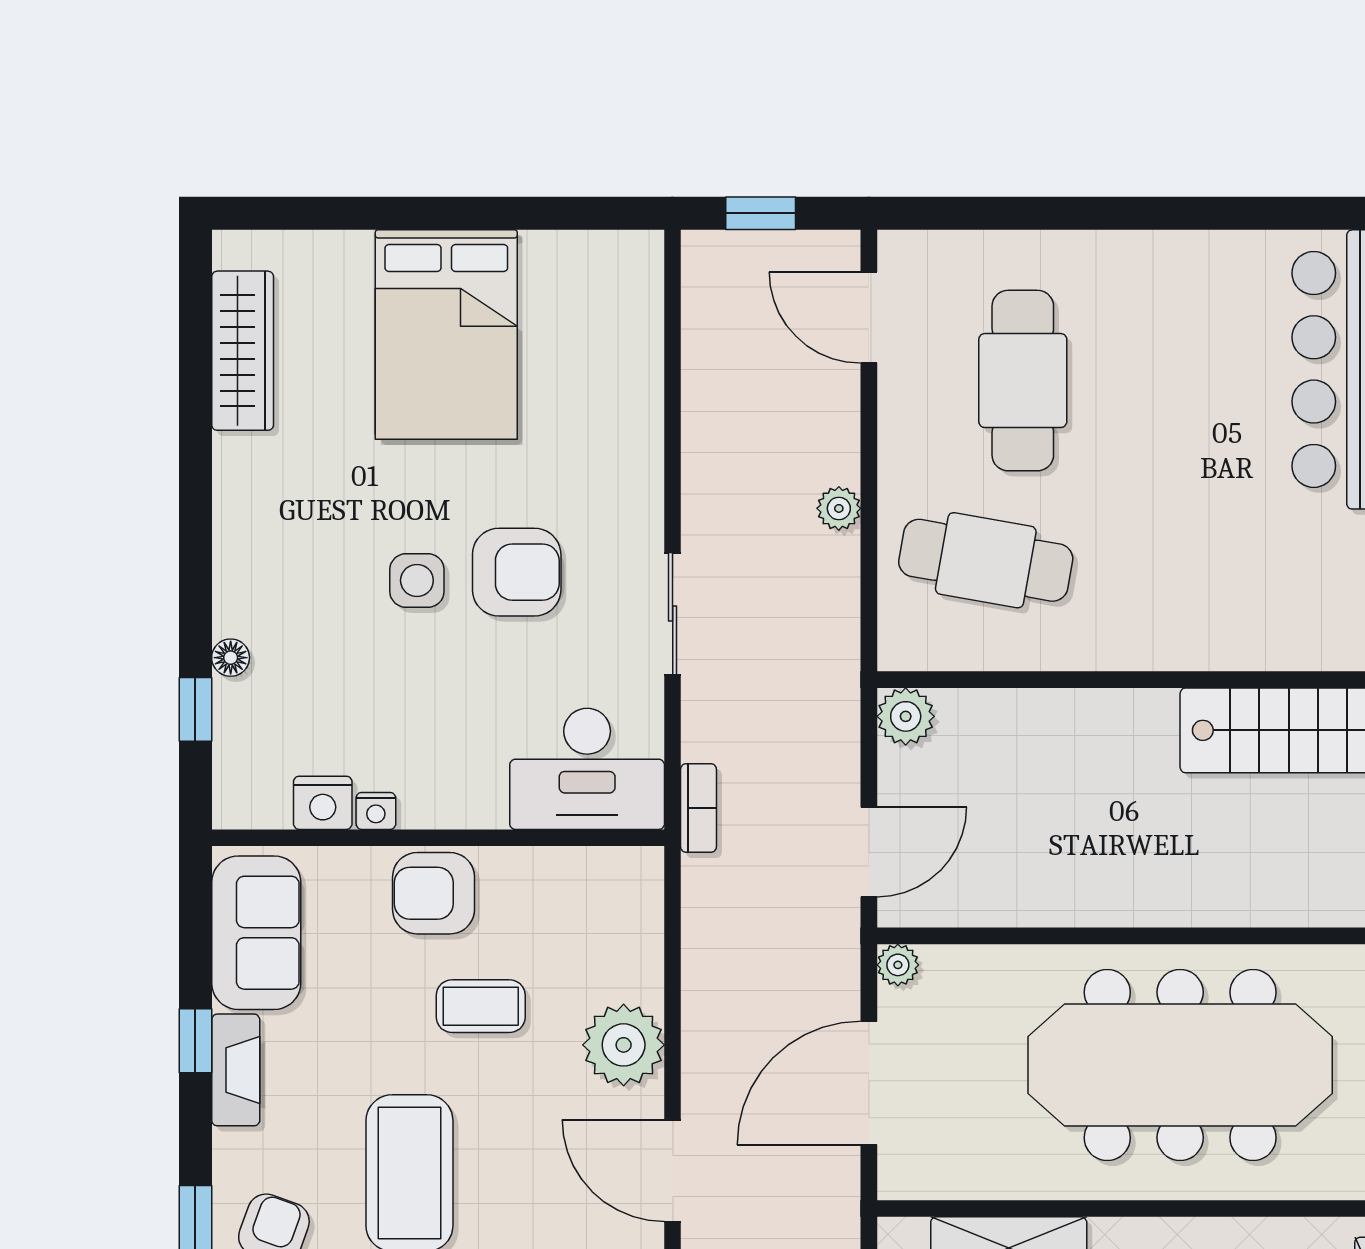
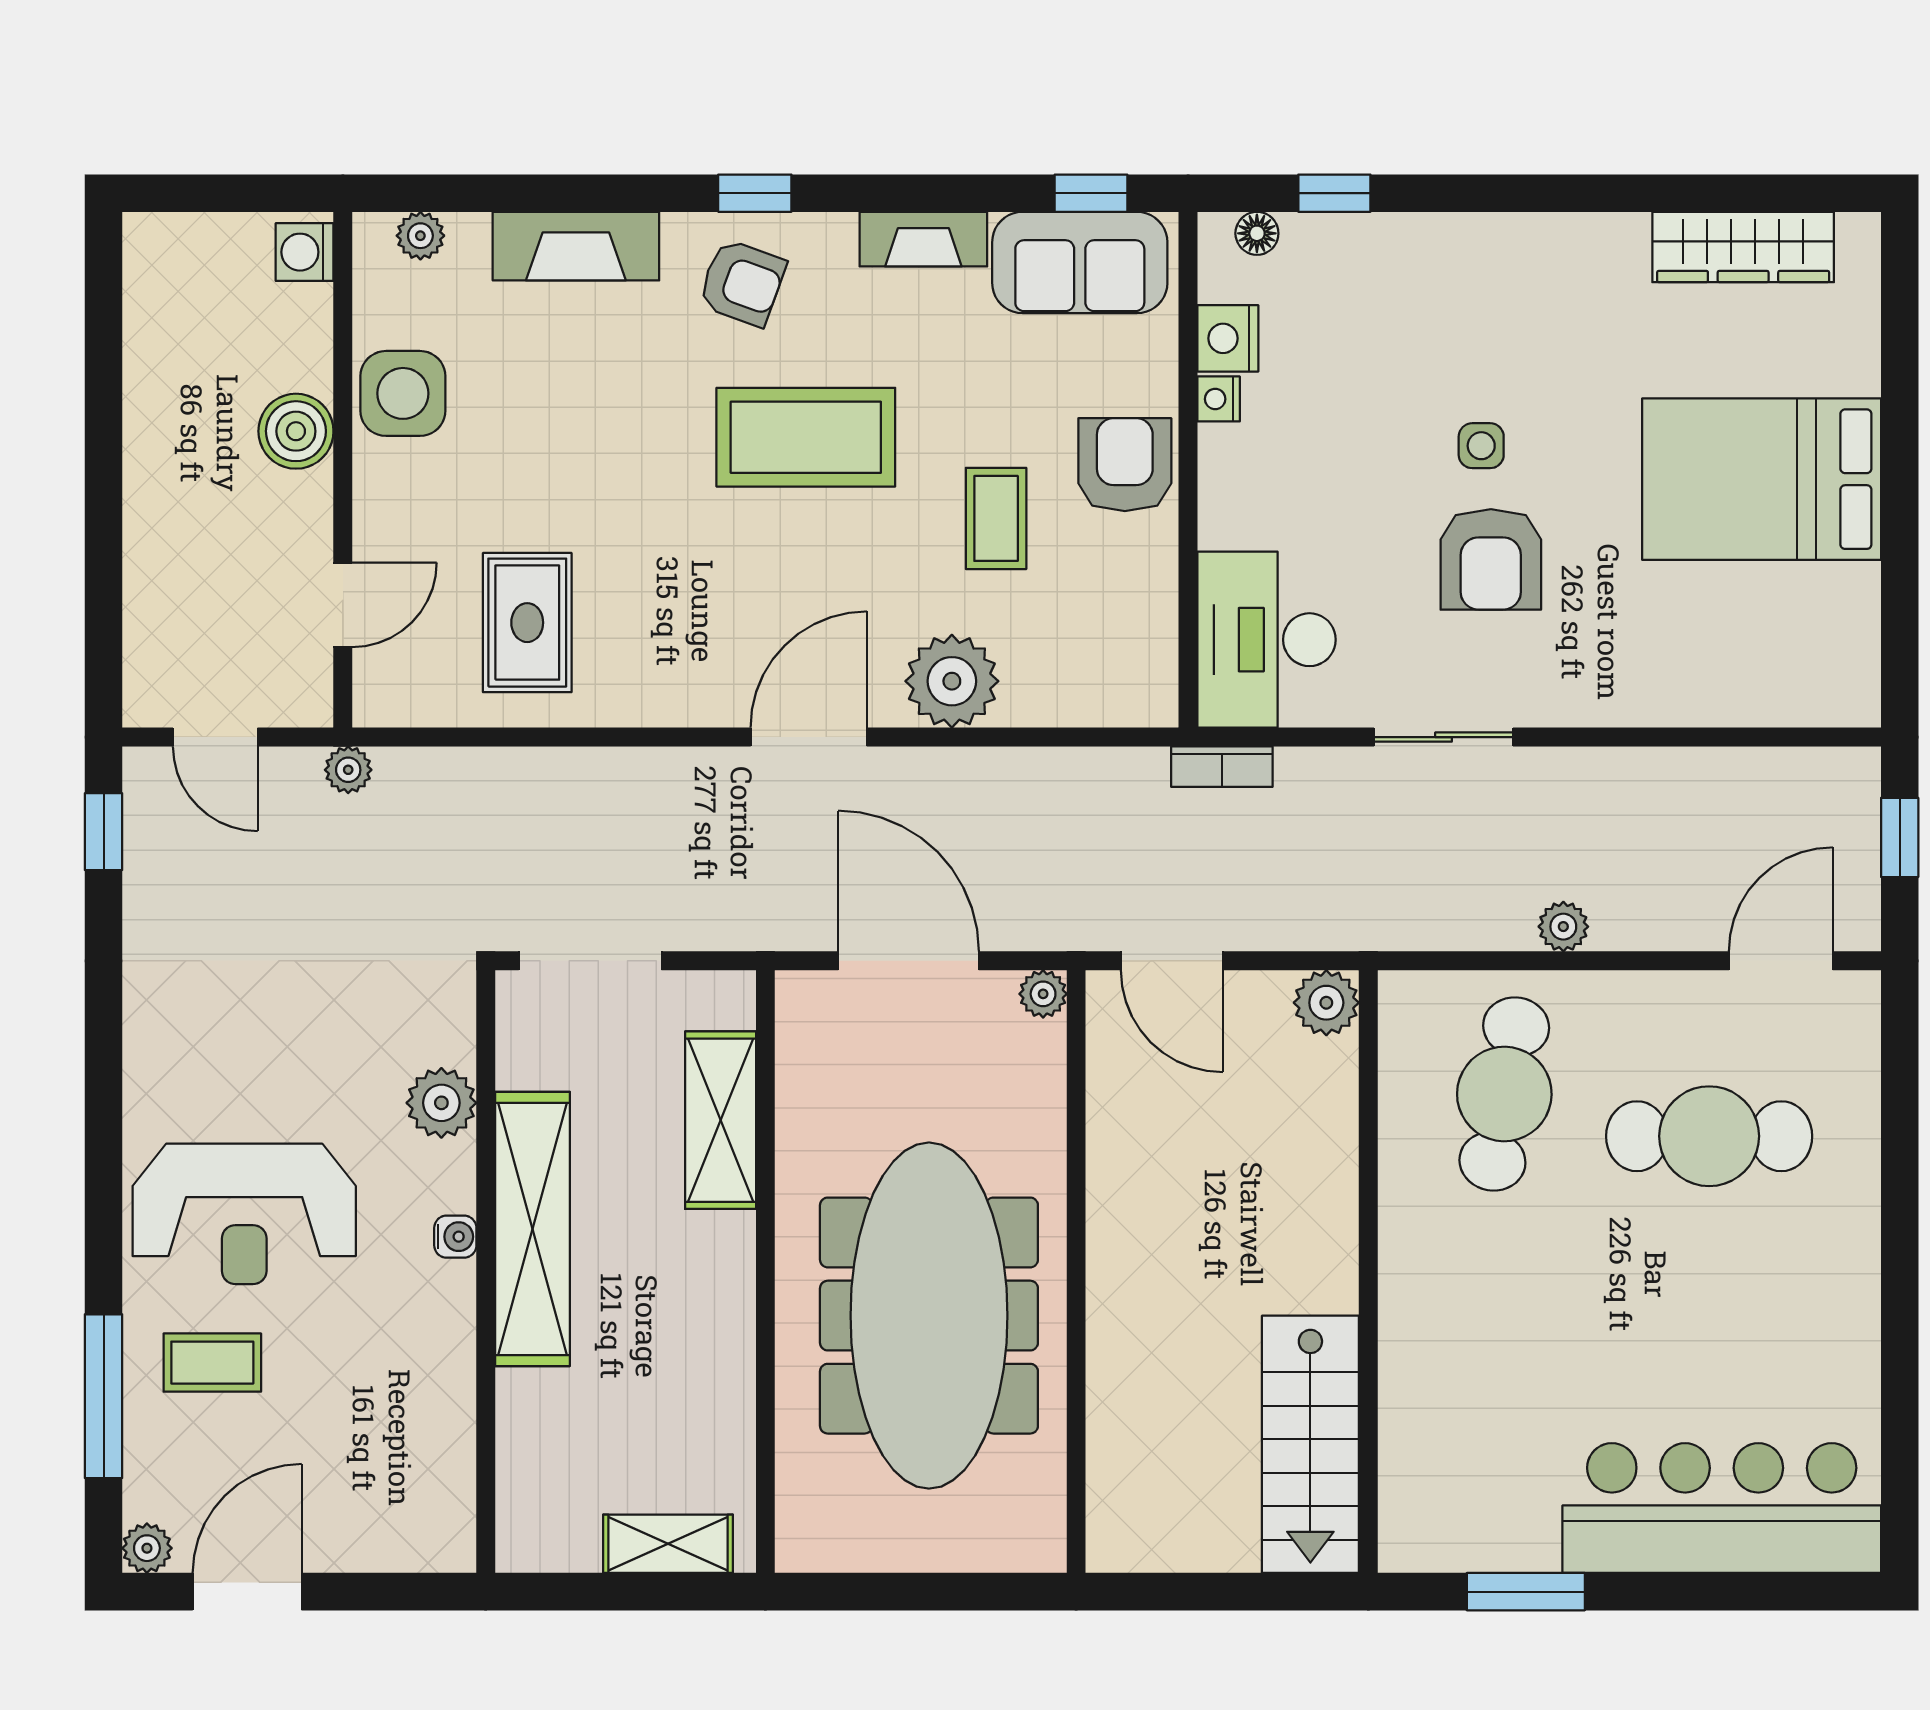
side table: (417, 580) -> (1481, 446), width x0.73, depth x0.73
floor lamp: (231, 658) -> (1257, 233), moved
window: (195, 1041) -> (1091, 193), moved

